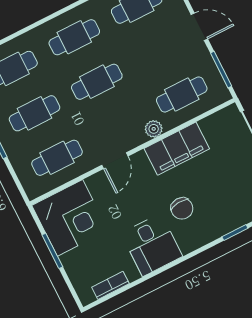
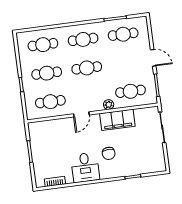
corner desk: (70, 218) -> (46, 137), removed

